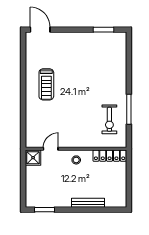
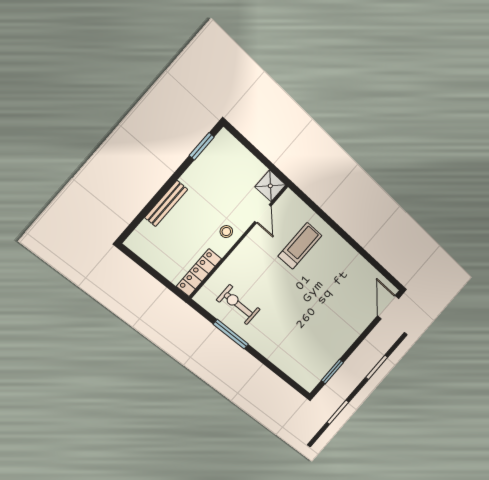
door: (40, 30) -> (388, 307), swing flipped
treadmill: (46, 84) -> (300, 246), moved, turned 90

